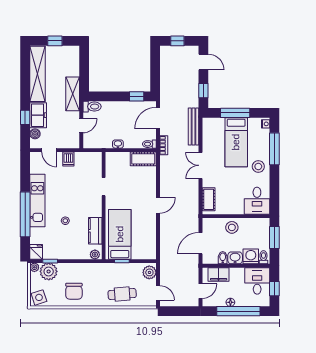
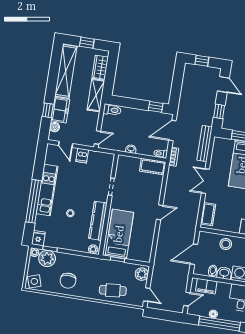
wardrobe: (73, 64) -> (100, 67), added
door: (81, 126) -> (98, 137), moved
kitchen counter: (95, 231) -> (98, 221), width x1.50

